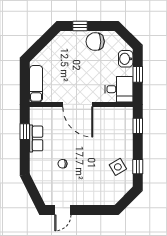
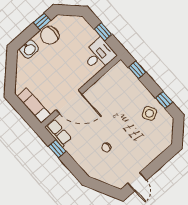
window: (80, 26) -> (42, 21), moved
washbasin: (126, 59) -> (29, 49), moved, turned -90
door: (78, 104) -> (69, 102), moved
row of seats: (36, 138) -> (58, 133), moved

